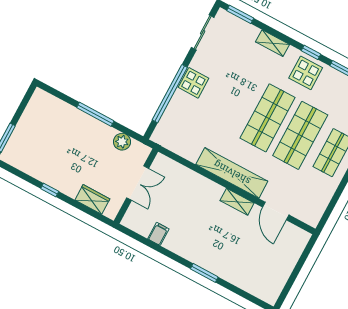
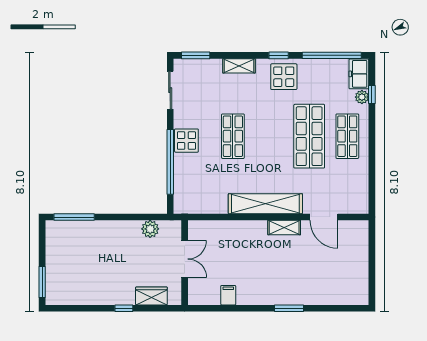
window: (95, 114) -> (74, 217), moved
shop shelf: (268, 118) -> (233, 136), moved, width x0.70, depth x0.74
window: (50, 190) -> (124, 308), moved

